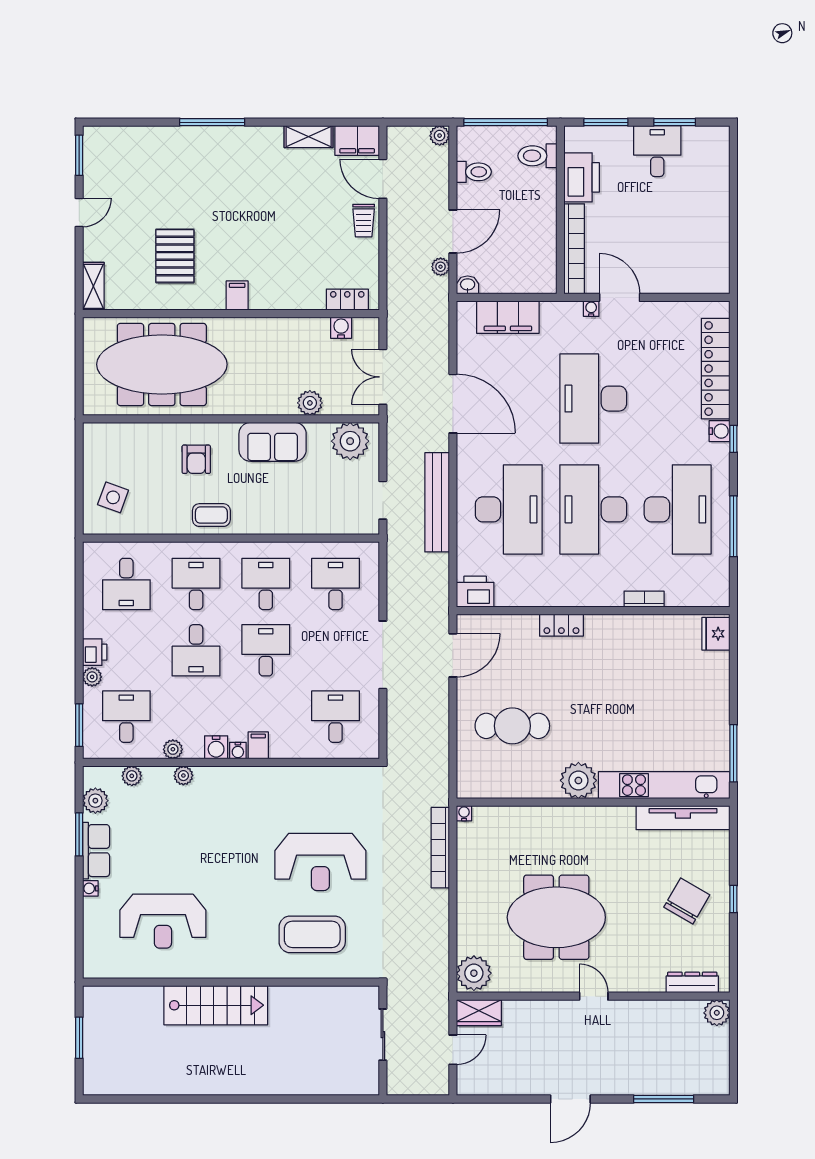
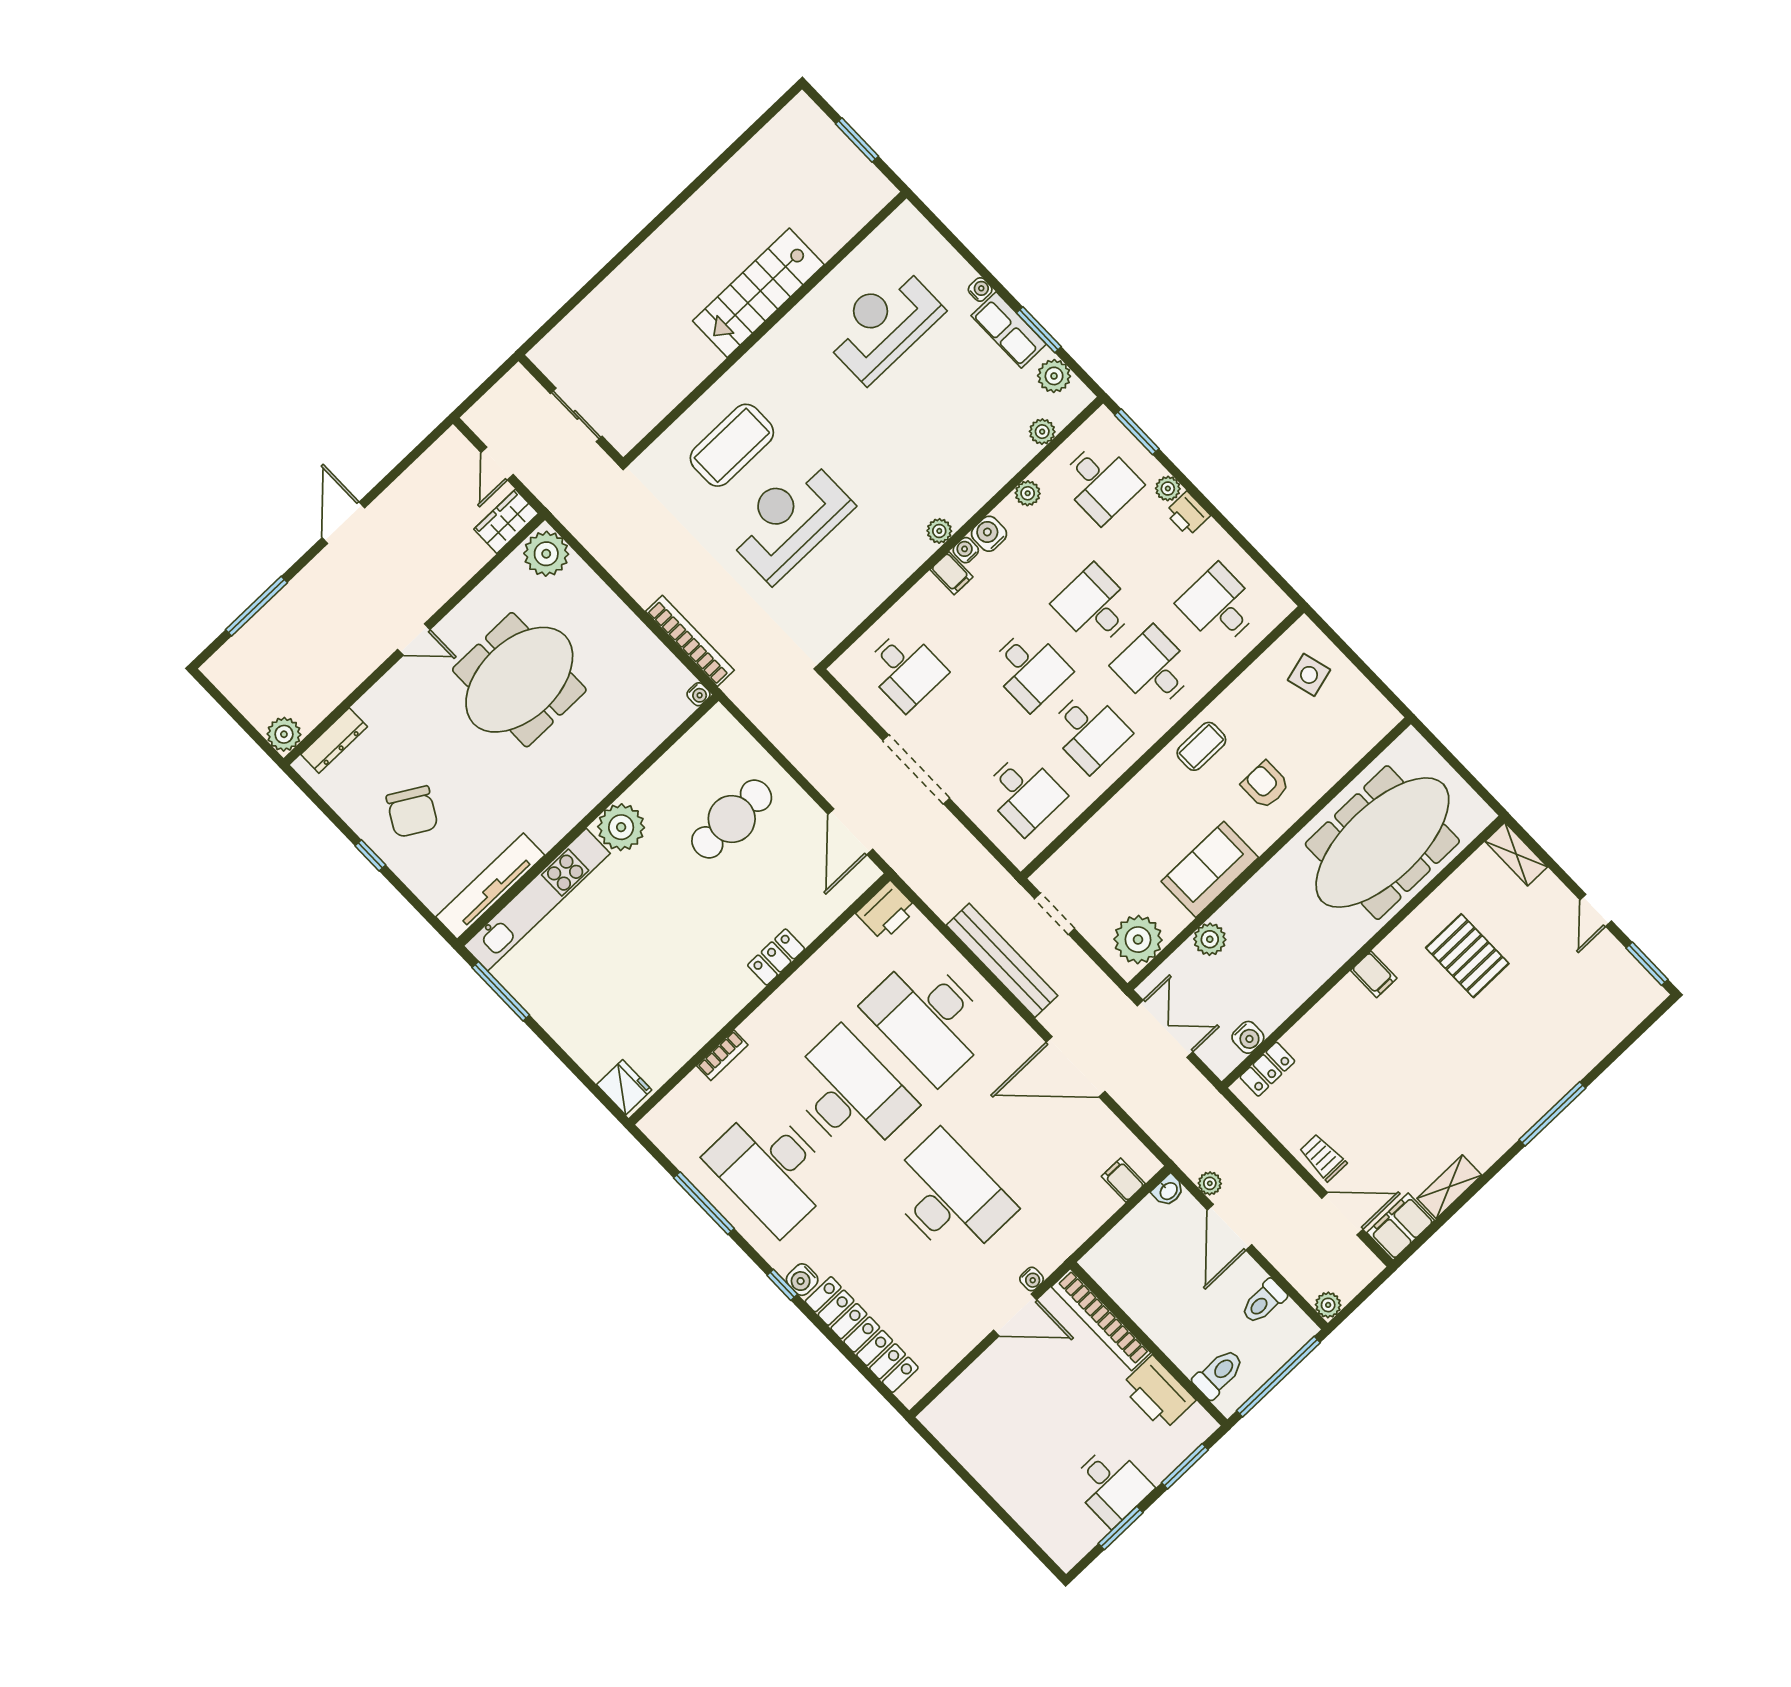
filing cabinet: (508, 317) -> (1123, 1180), width x0.33, depth x0.86
side table: (113, 497) -> (1309, 675), turned -35
desk: (196, 584) -> (1154, 668), turned 180
plant: (183, 776) -> (939, 531), moved

